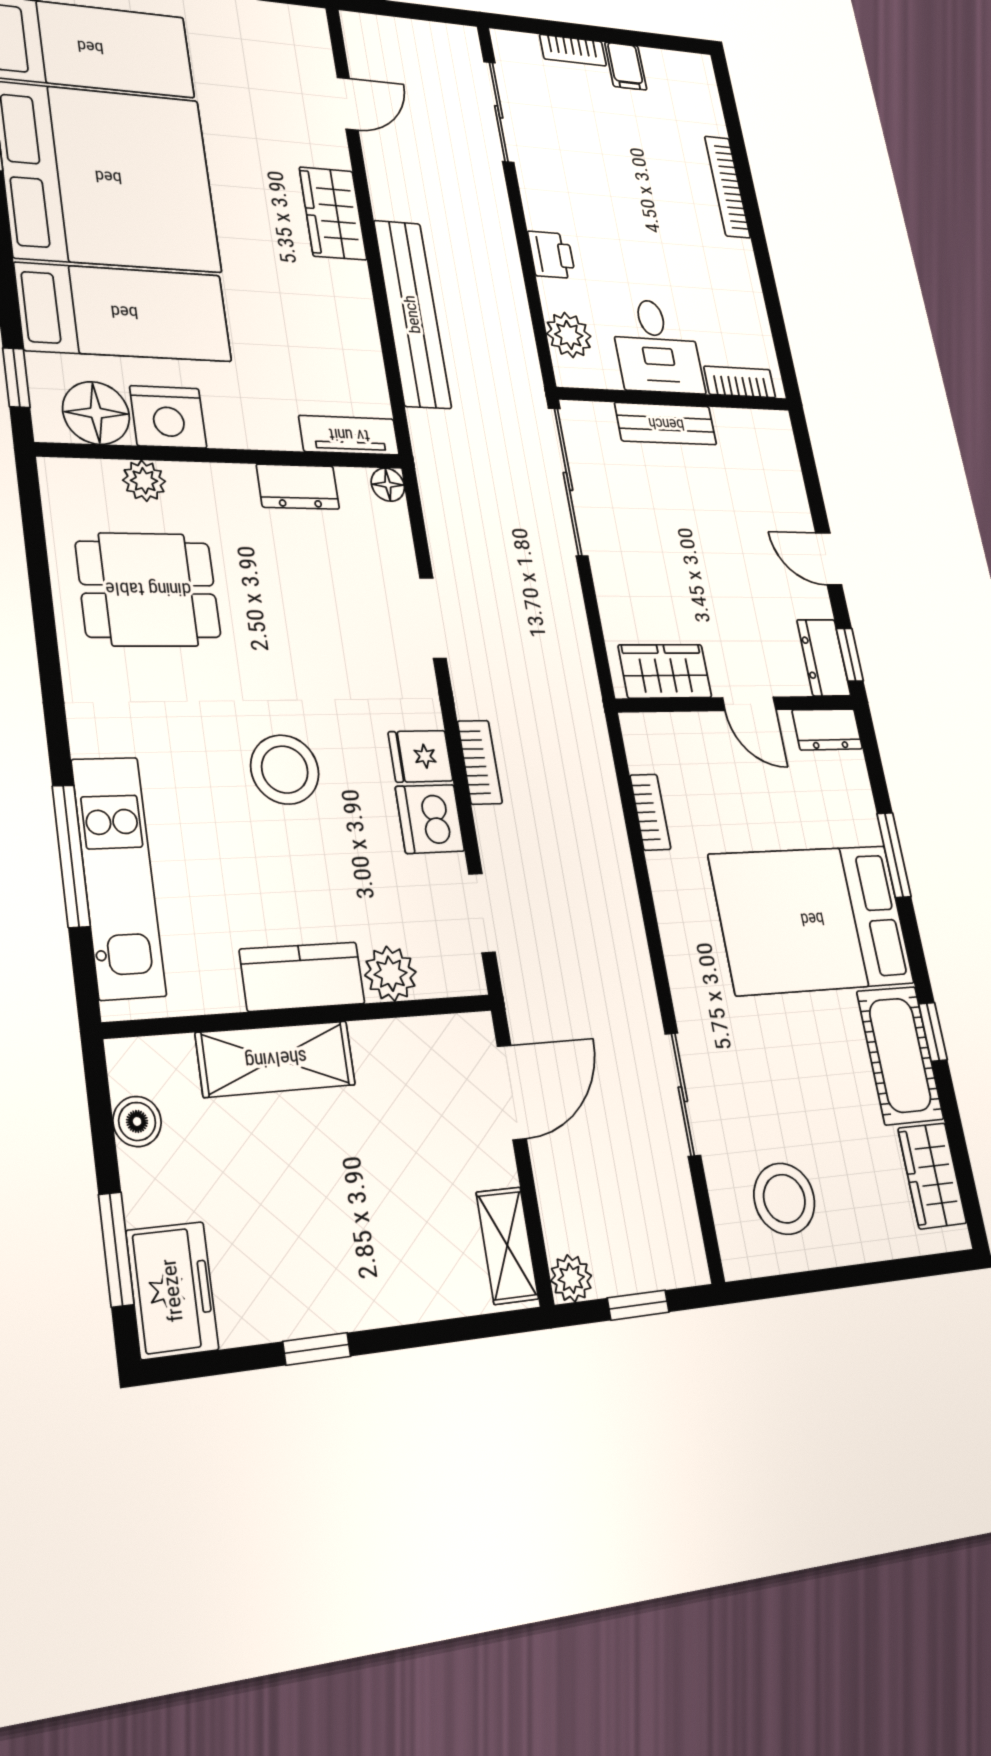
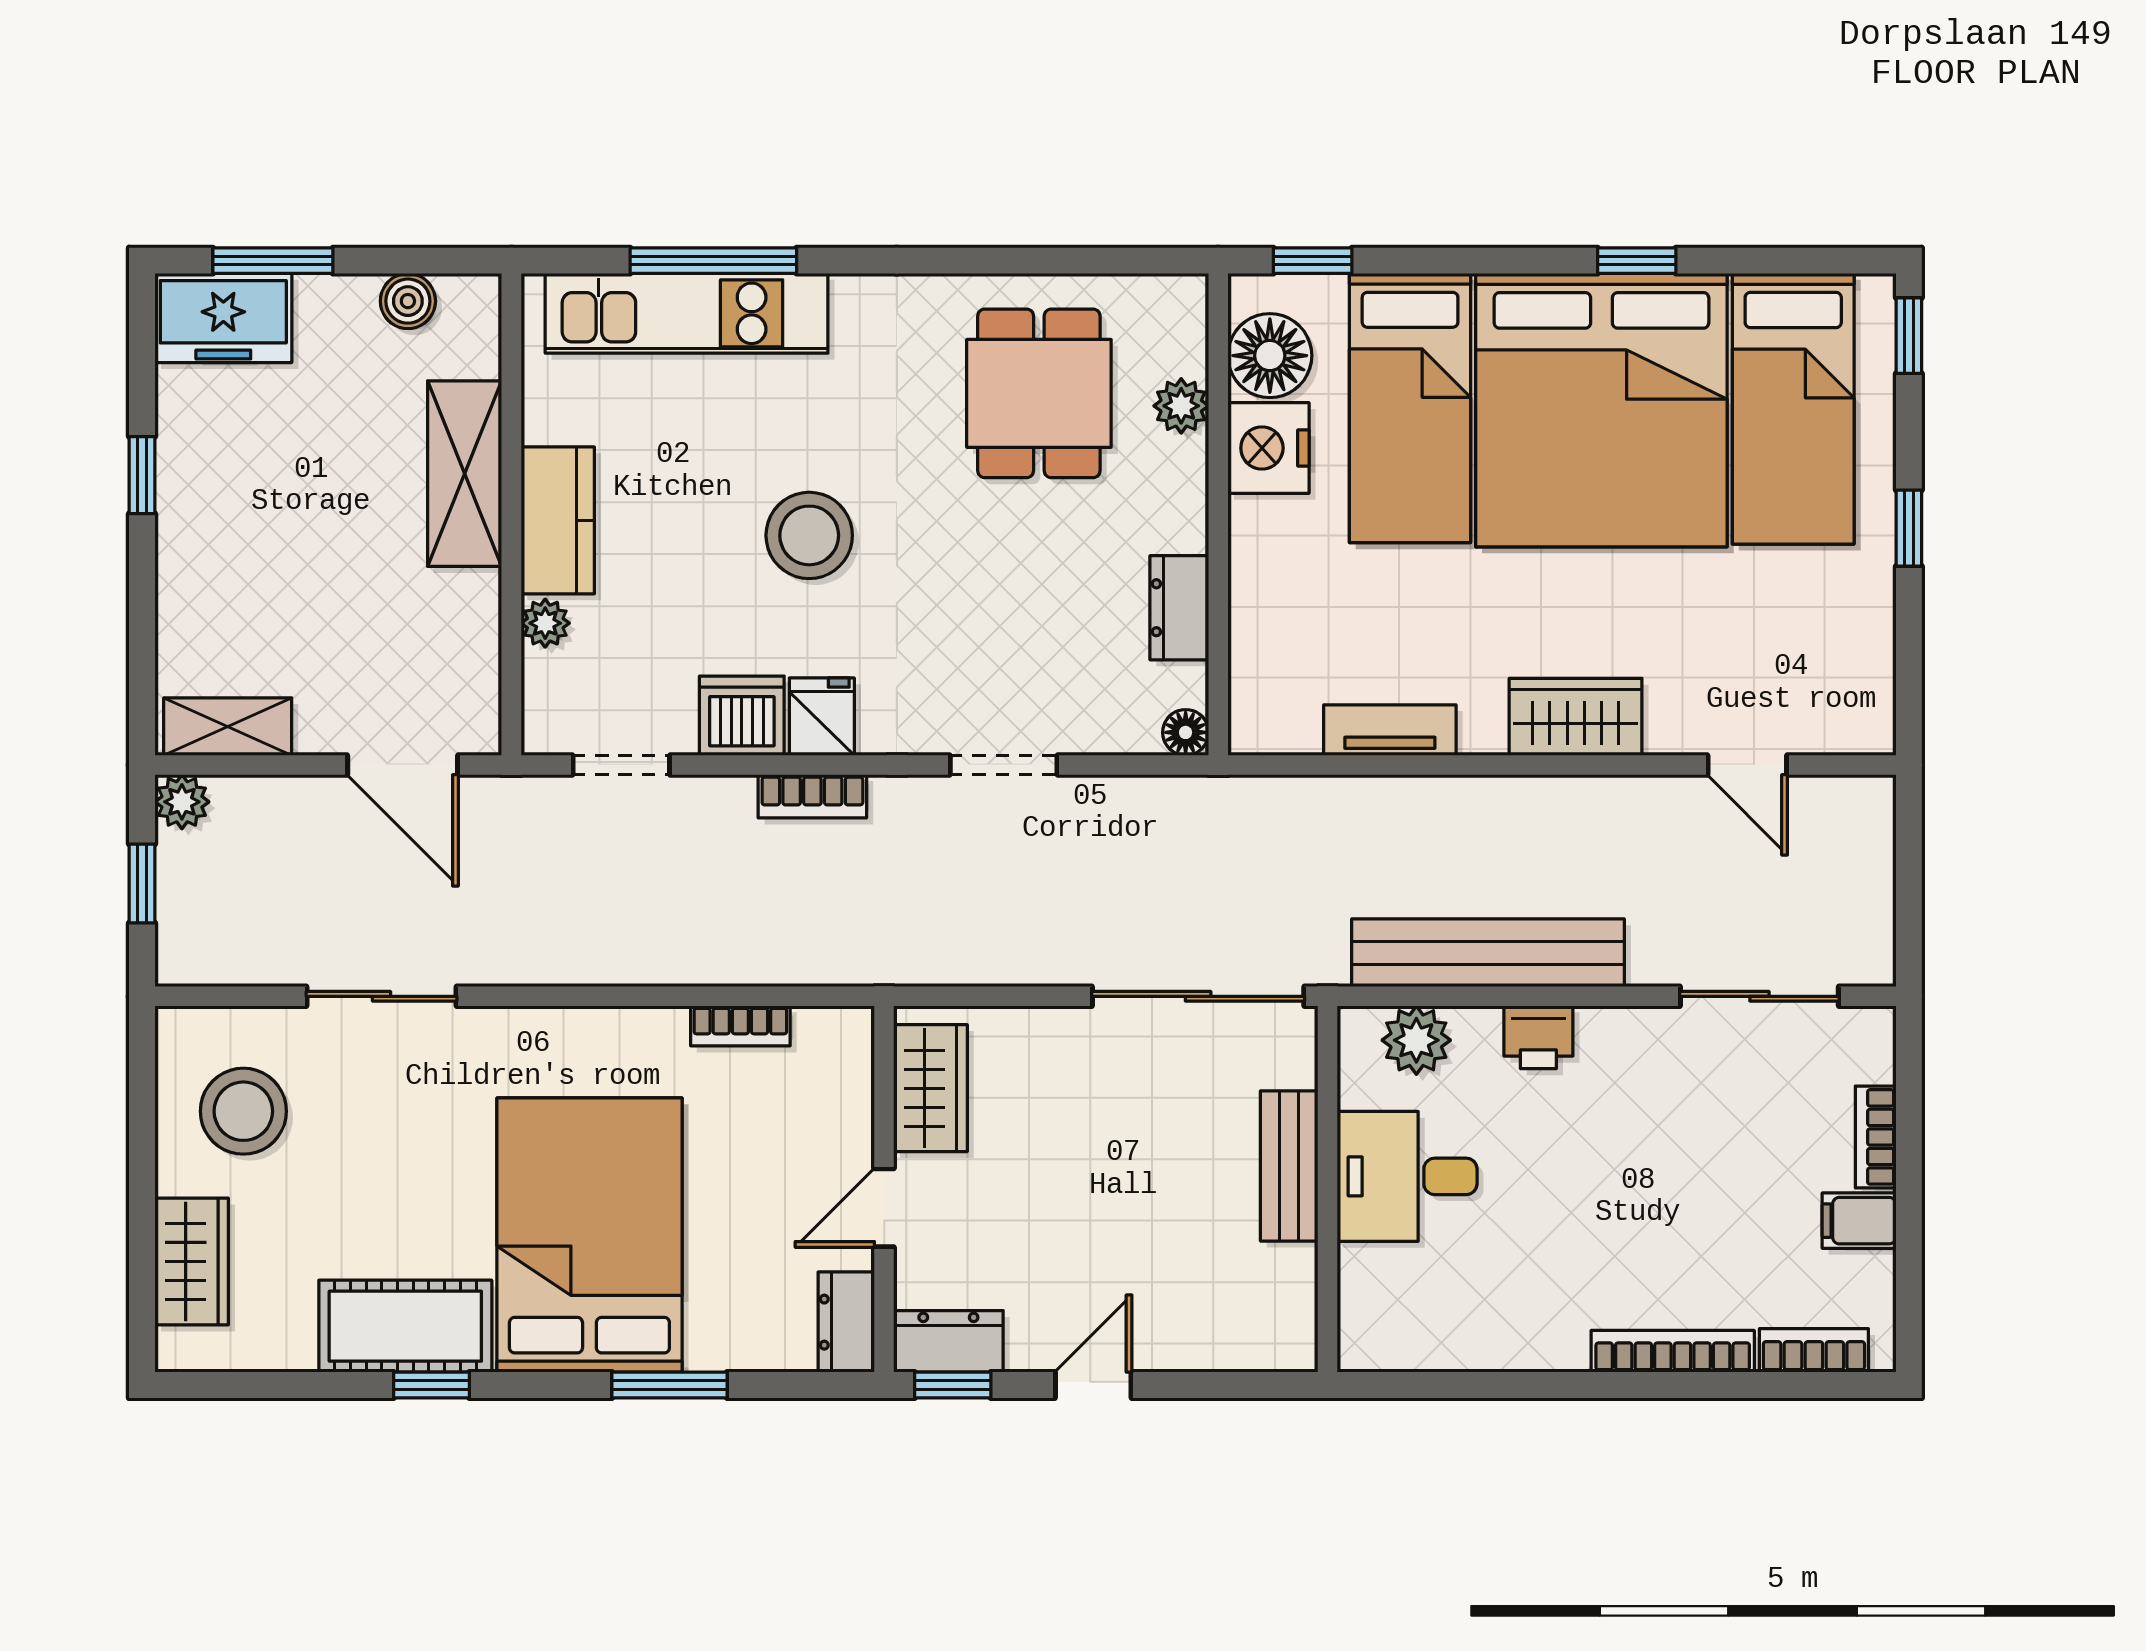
bench: (412, 314) -> (1488, 953), moved
bookcase: (740, 382) -> (1814, 1350), moved, turned -90
tv unit: (349, 435) -> (1390, 730), moved, turned -90
plant: (391, 974) -> (545, 623), width x0.73, depth x0.73
wardrobe: (932, 1176) -> (192, 1261), moved, turned 90

